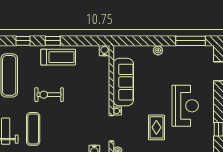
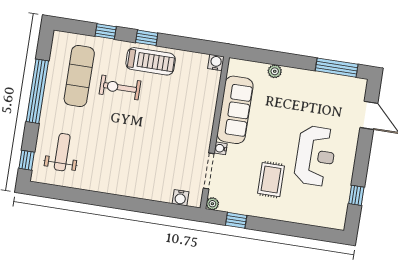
plant: (158, 50) -> (275, 71), moved
exercise bike: (49, 95) -> (120, 88), moved
exercise mat: (33, 129) -> (101, 155), removed

